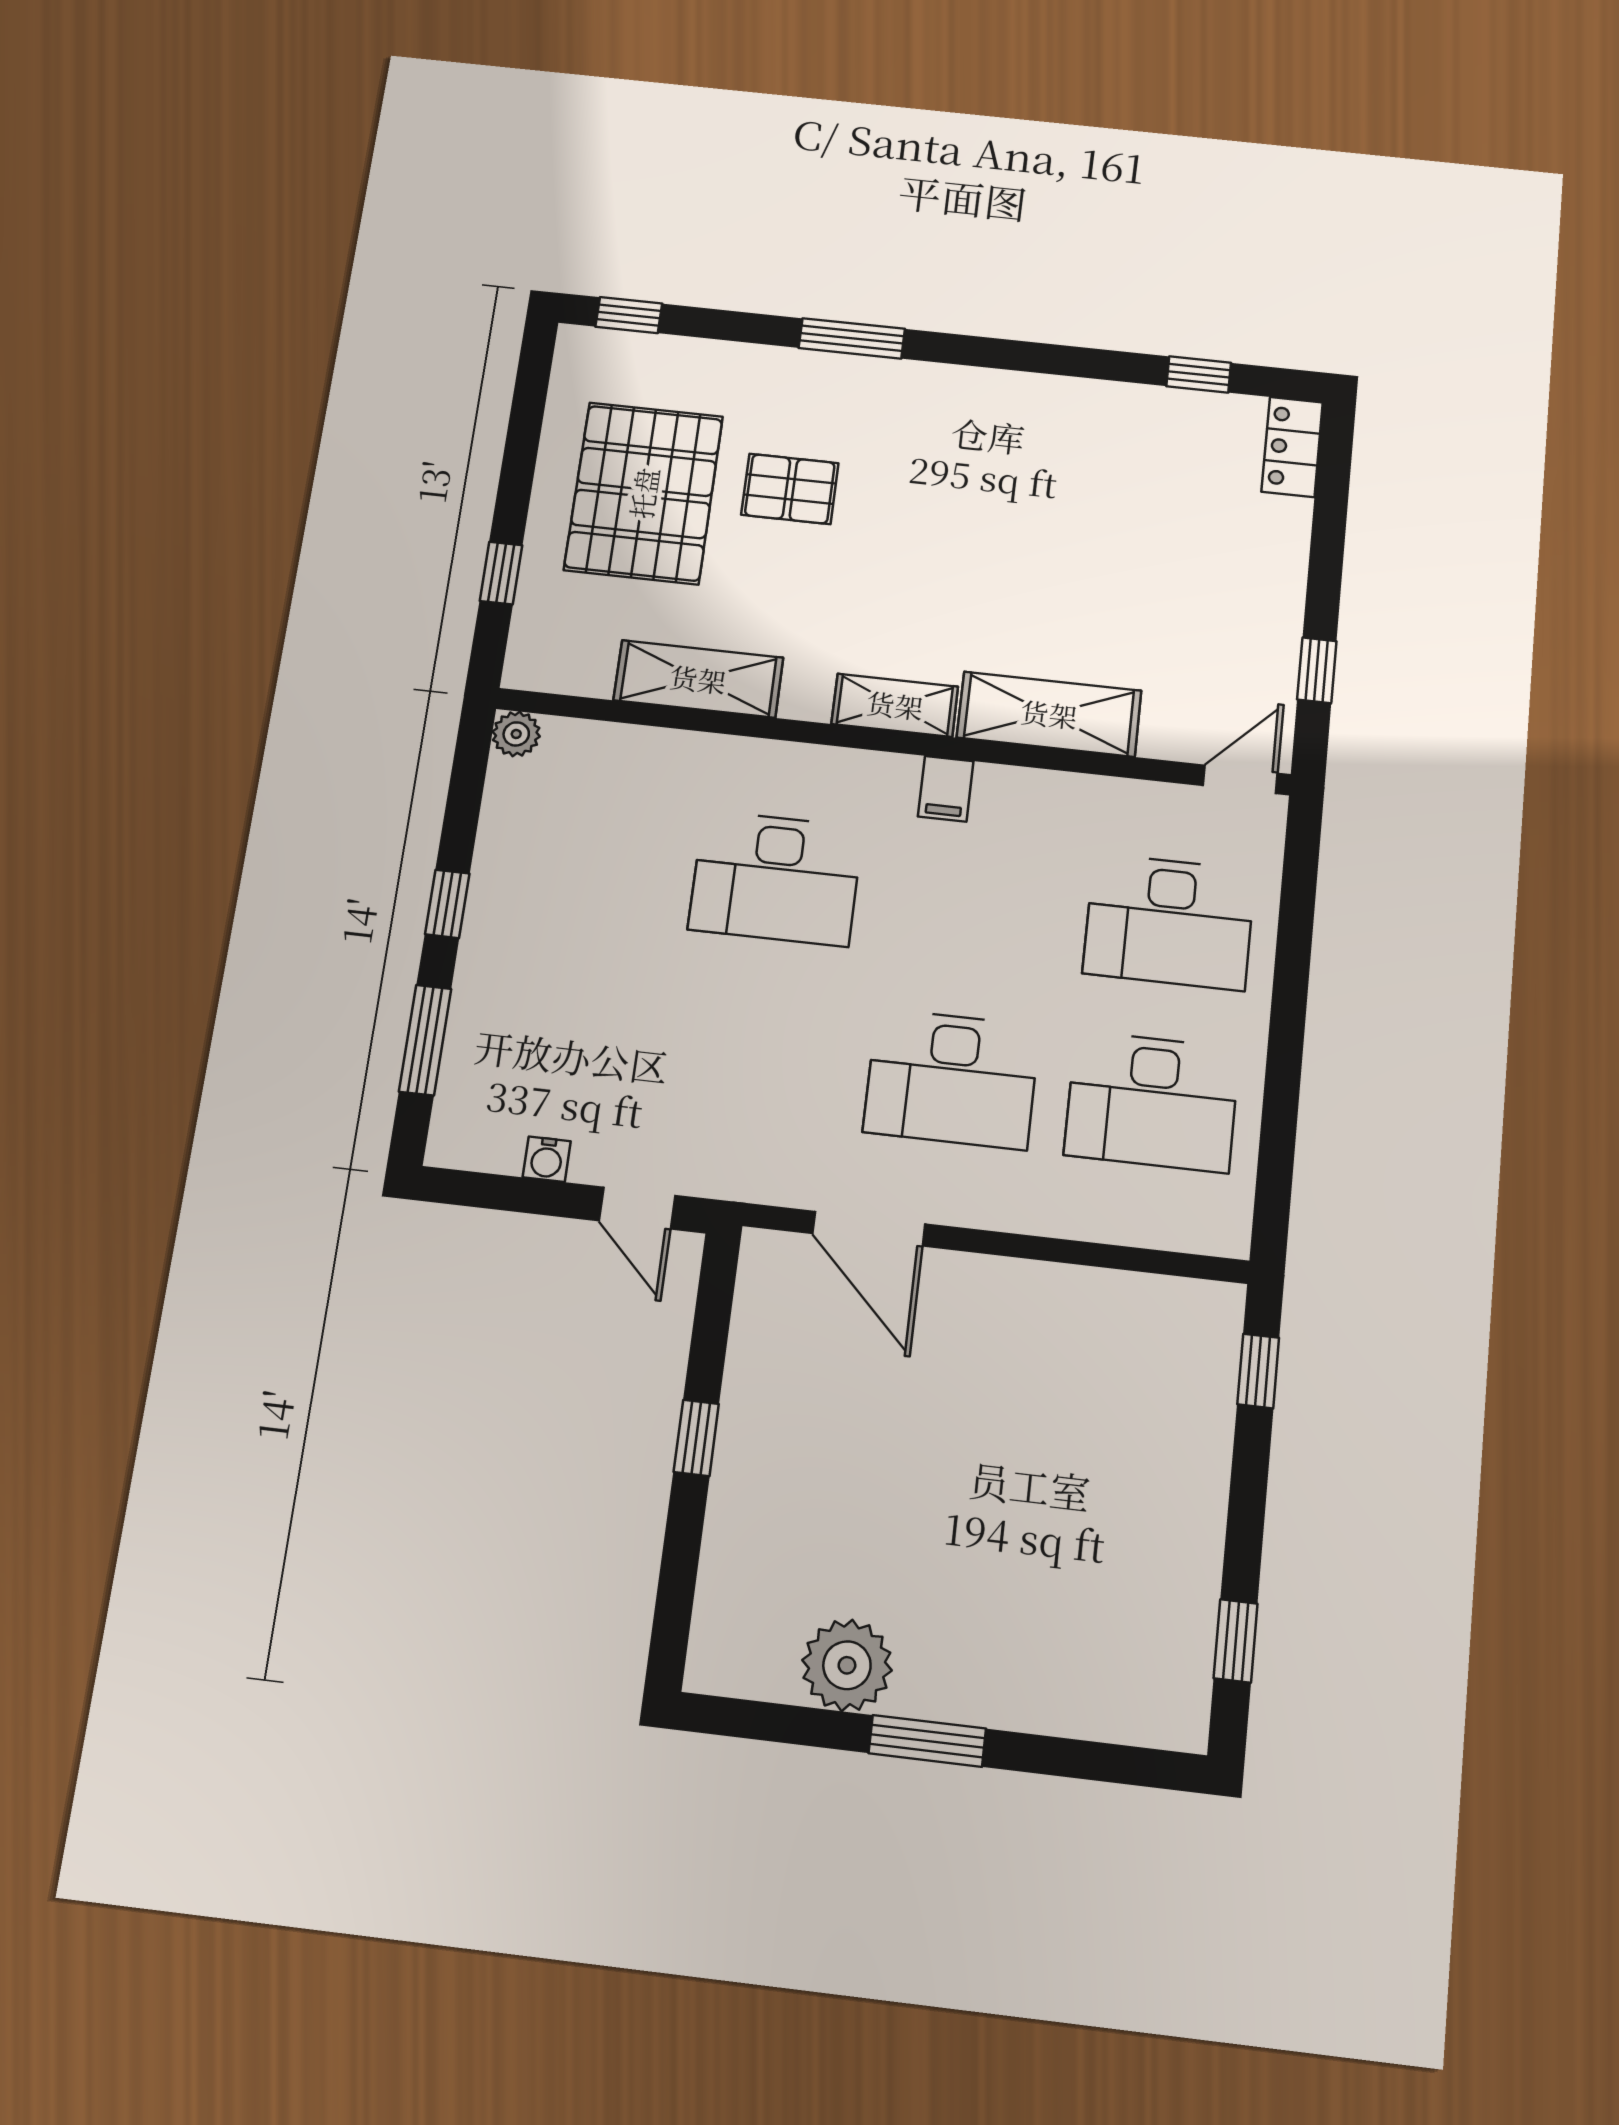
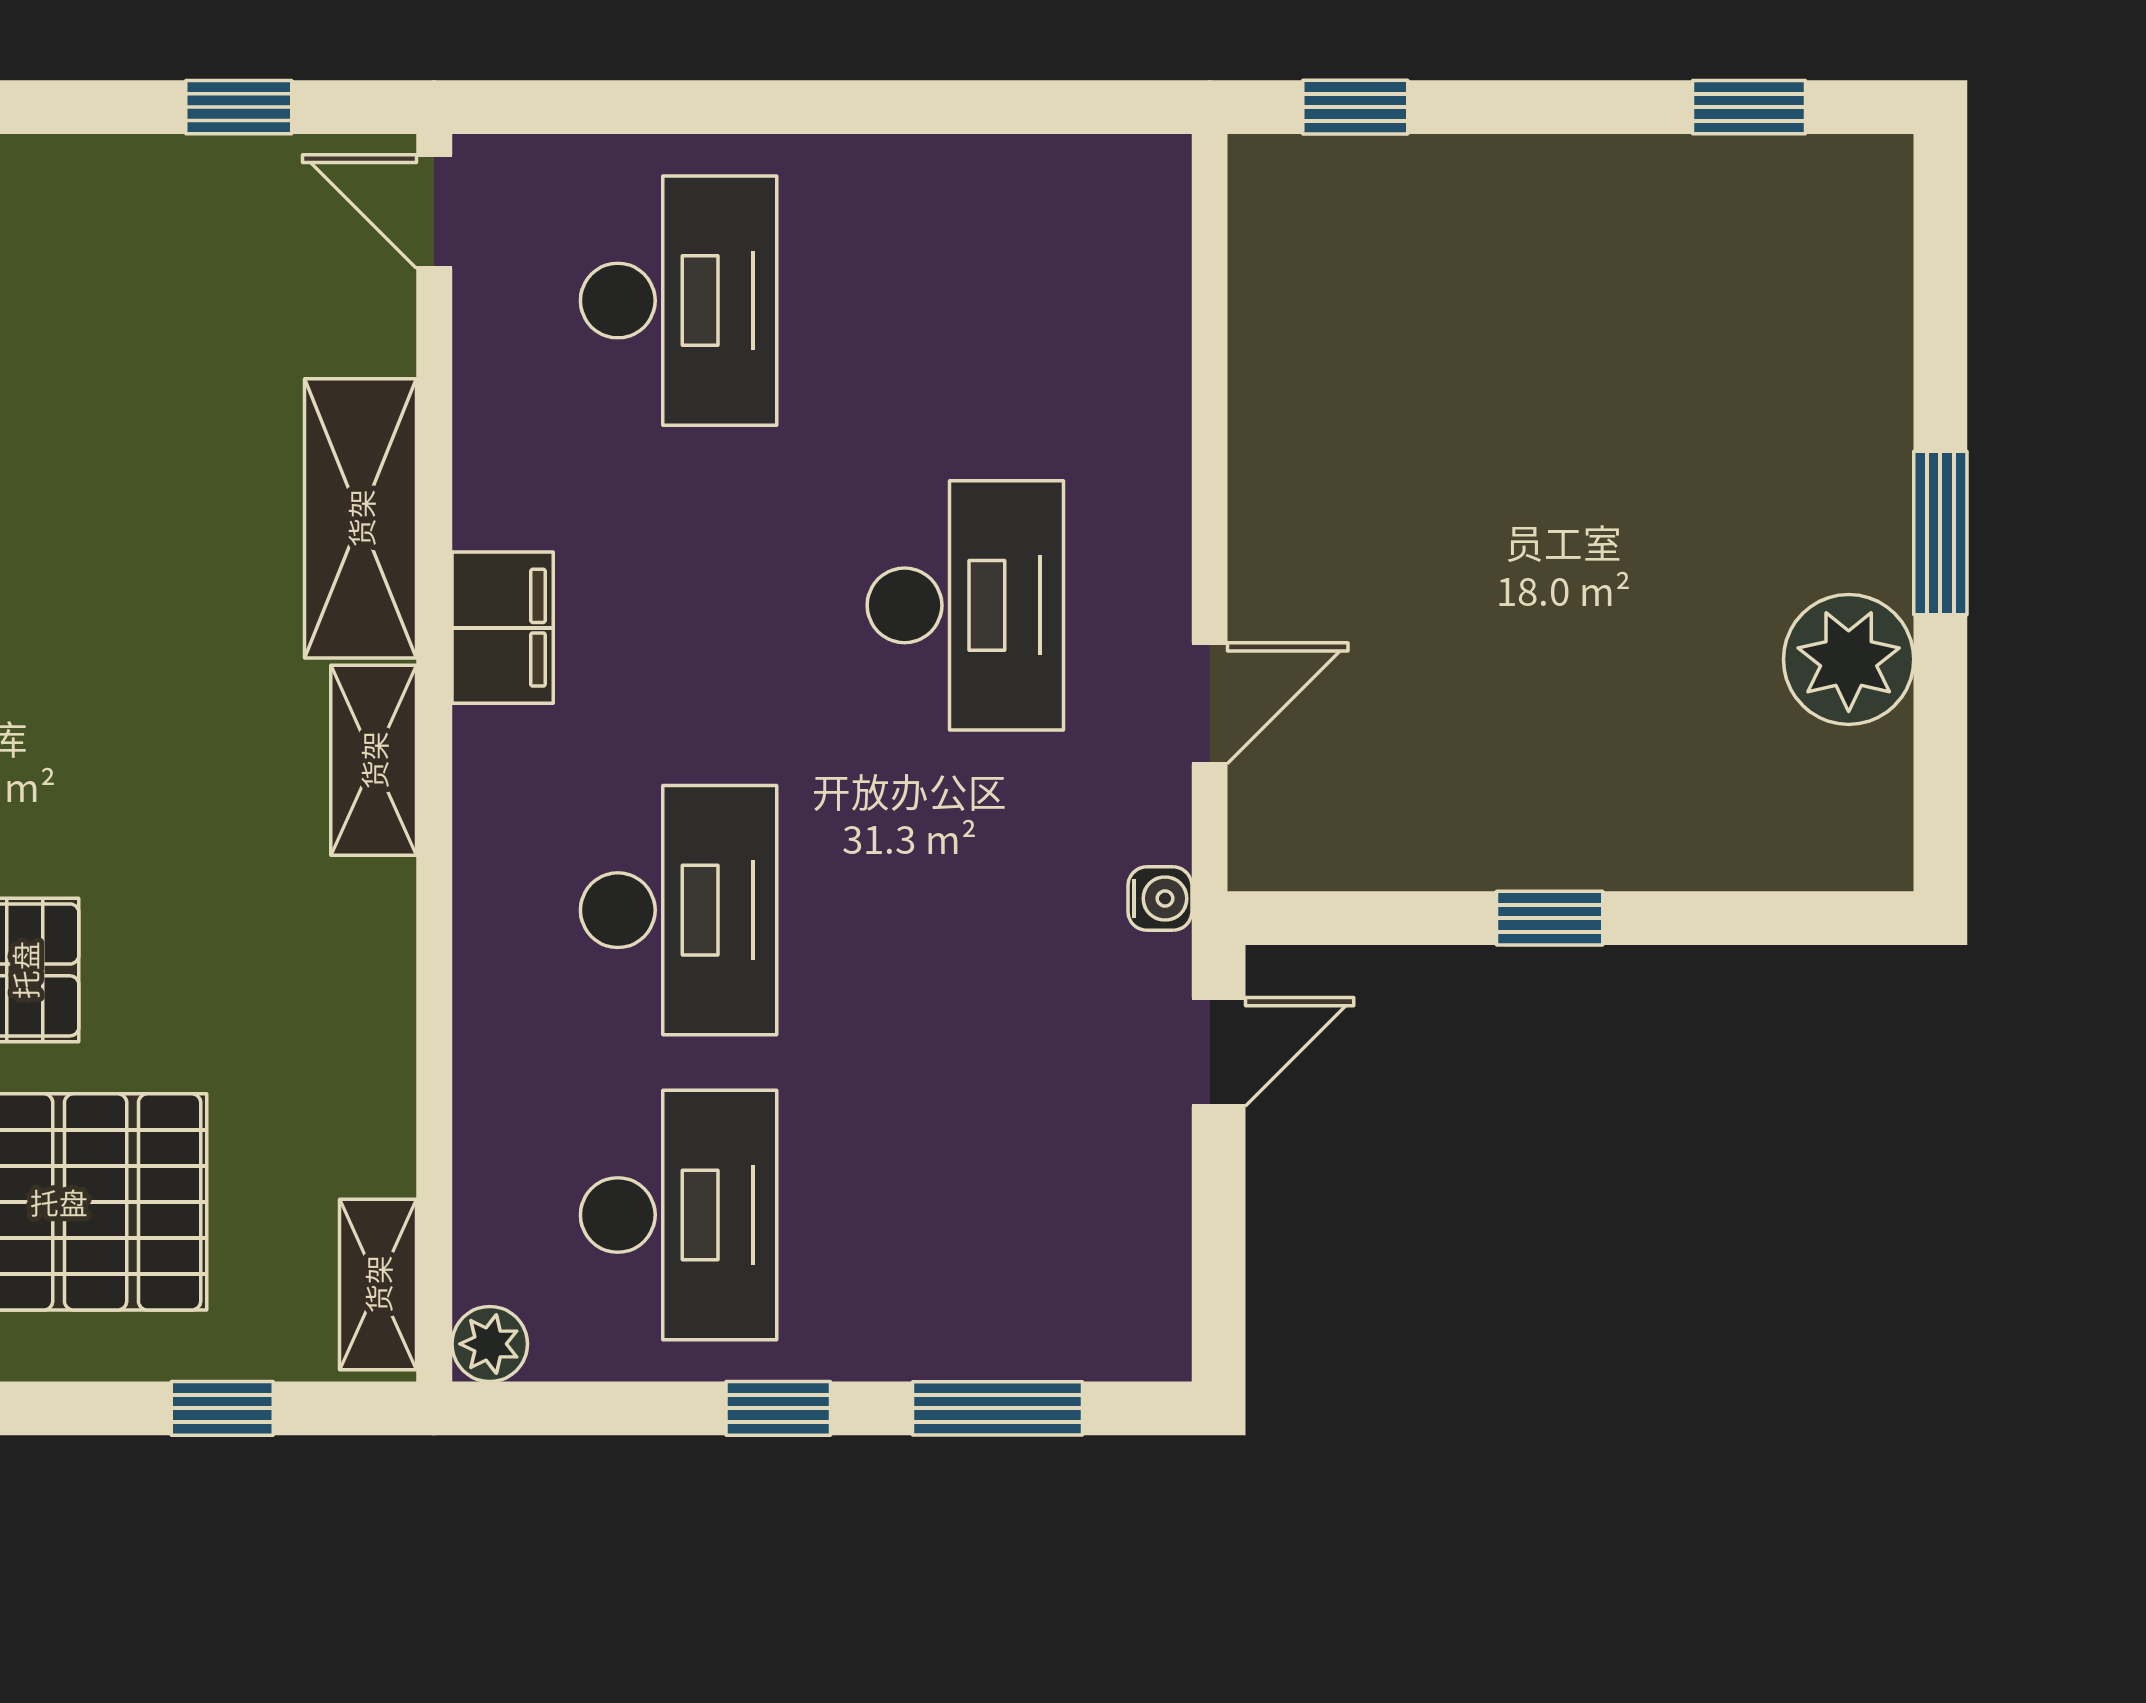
shelving: (698, 679) -> (378, 1284), moved, width x0.67, depth x0.75
filing cabinet: (946, 789) -> (503, 628), width x2.00
desk: (1152, 1102) -> (679, 1215), moved
water cooler: (547, 1159) -> (1160, 899), moved
door: (869, 1229) -> (1210, 703), width x0.73

